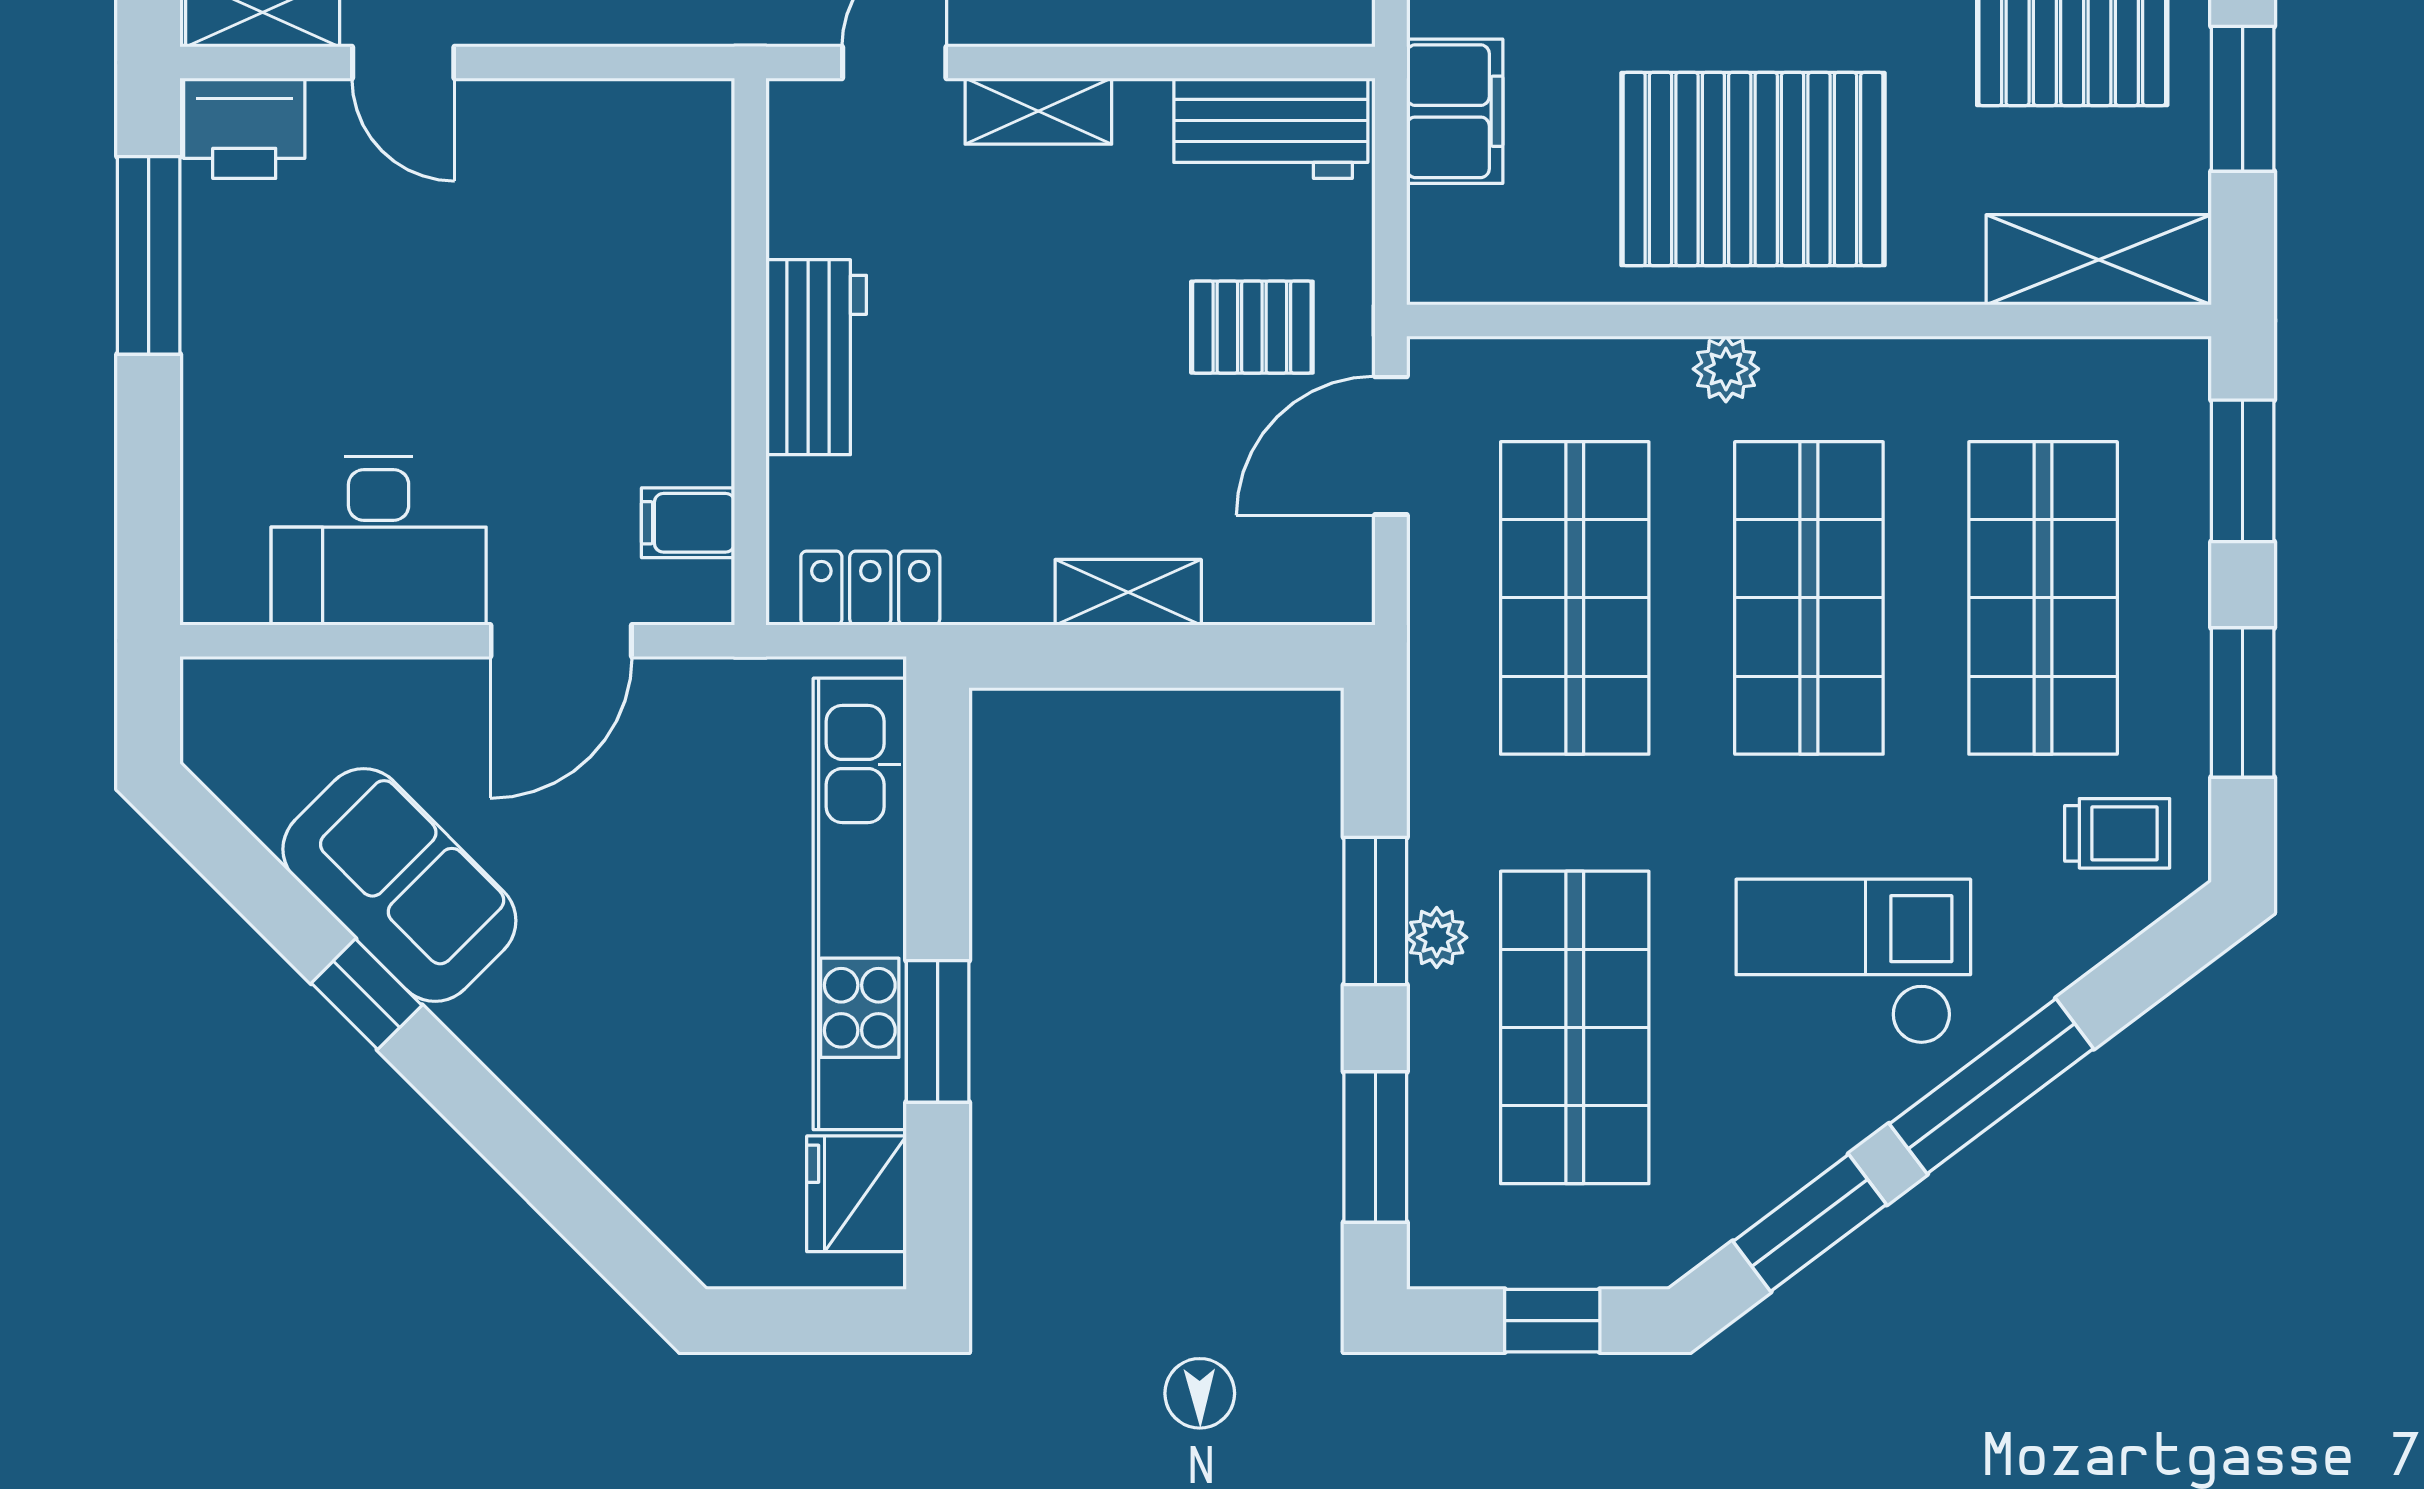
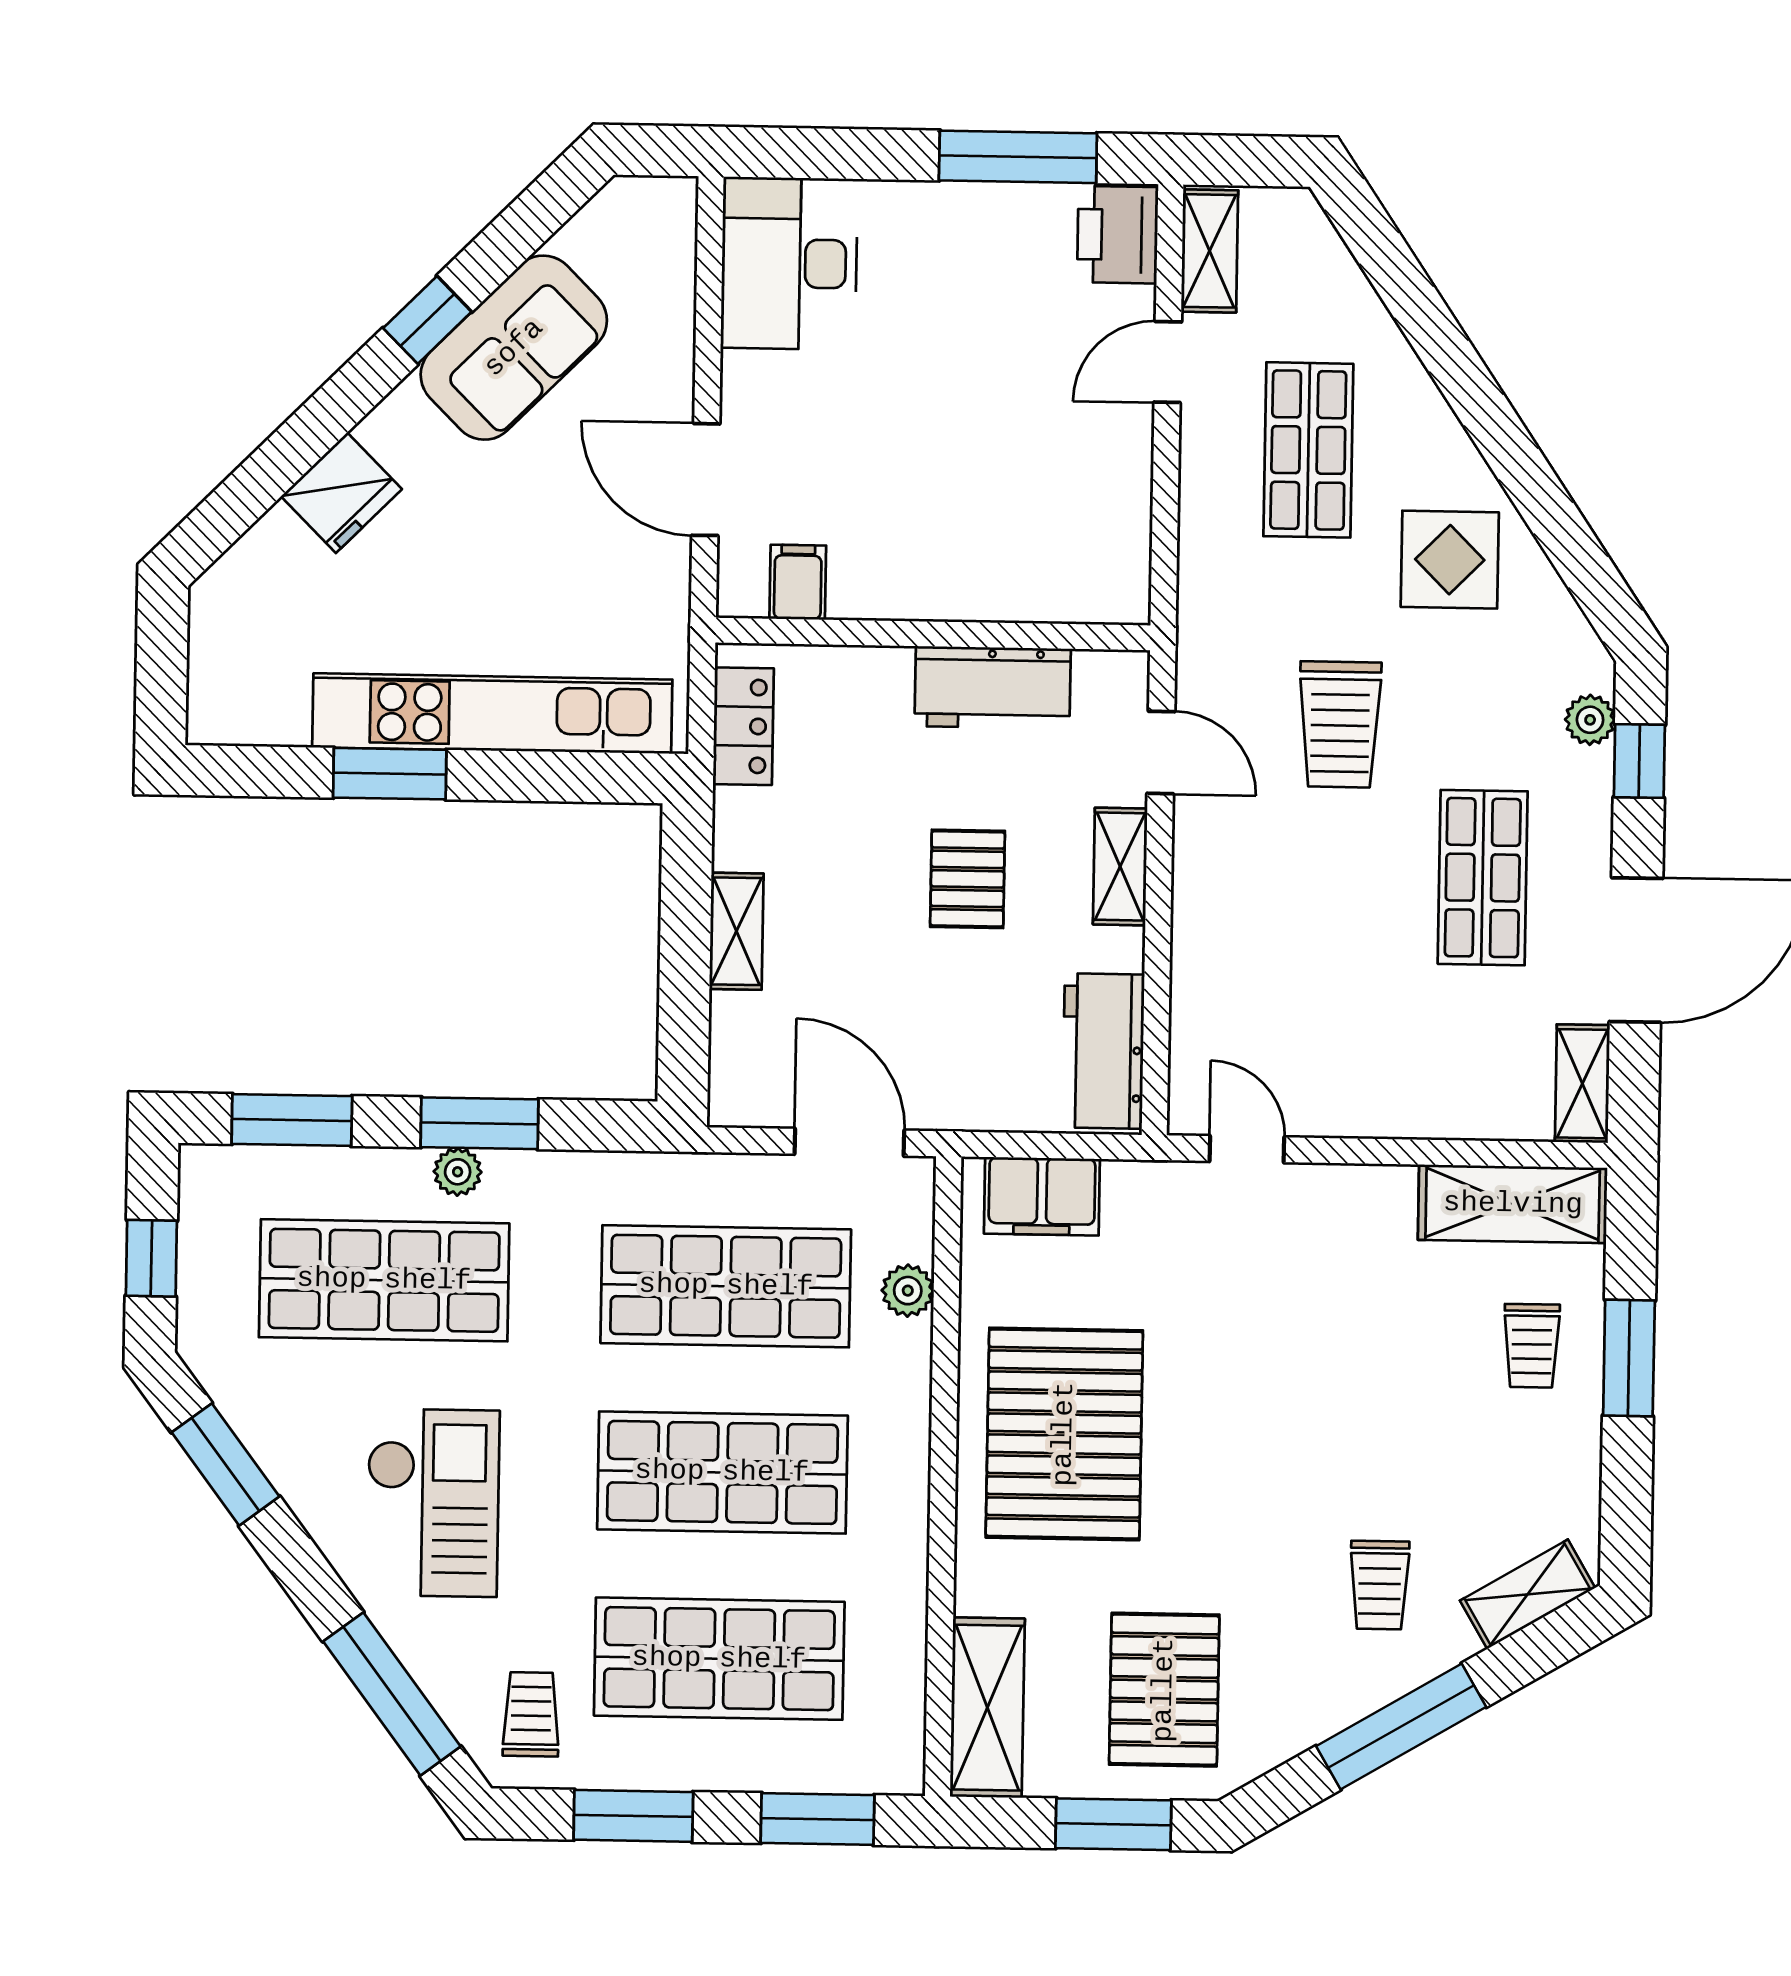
filing cabinet: (1455, 111) -> (1042, 1196), moved
pallet: (1252, 327) -> (968, 879), moved
workbench: (816, 357) -> (993, 687), moved
plant: (1726, 369) -> (908, 1291), moved
desk: (379, 541) -> (789, 263), moved
trolley: (2117, 833) -> (531, 1714), turned 180
window: (1991, 1086) -> (392, 1694), moved
fridge: (857, 1194) -> (341, 493), moved, turned 135

